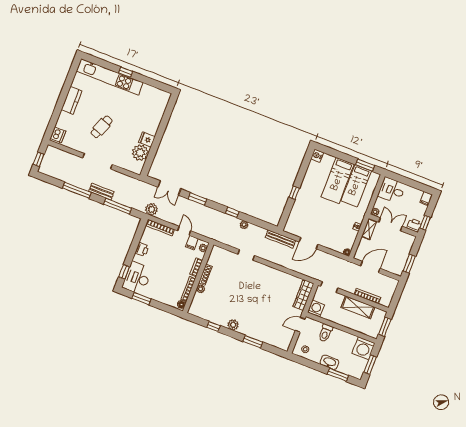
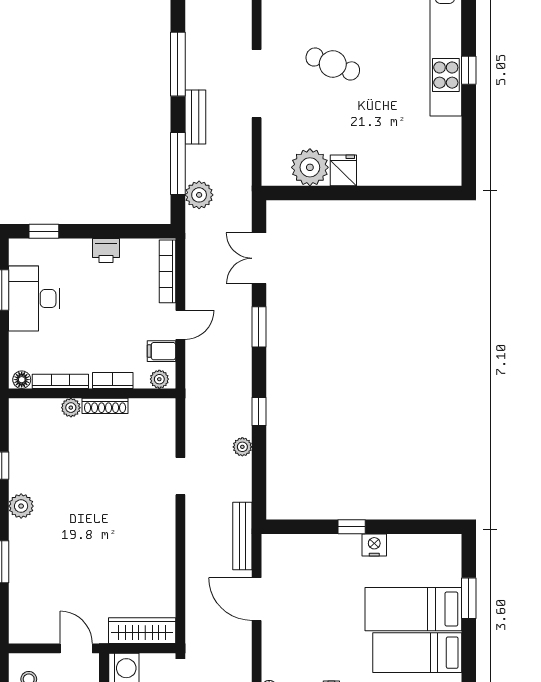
nightstand: (317, 156) -> (374, 545), moved
window: (365, 165) -> (469, 598), moved
plant: (152, 209) -> (199, 195), moved
desk: (137, 278) -> (34, 299), moved, turned -90

